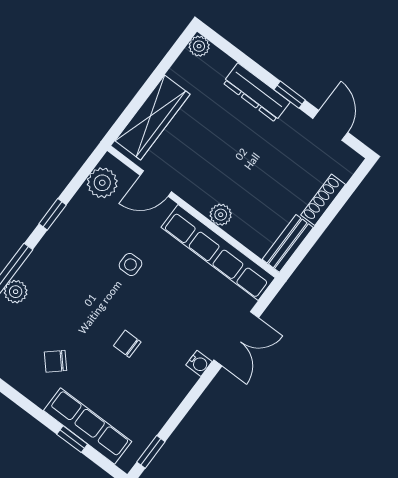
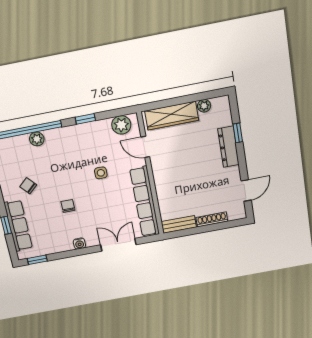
plant: (199, 46) -> (204, 106), moved
window: (290, 95) -> (238, 133), moved
plant: (221, 215) -> (161, 186), removed
double door: (236, 339) -> (118, 245), swing flipped
water cooler: (199, 363) -> (79, 244), moved

